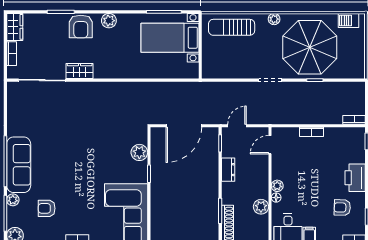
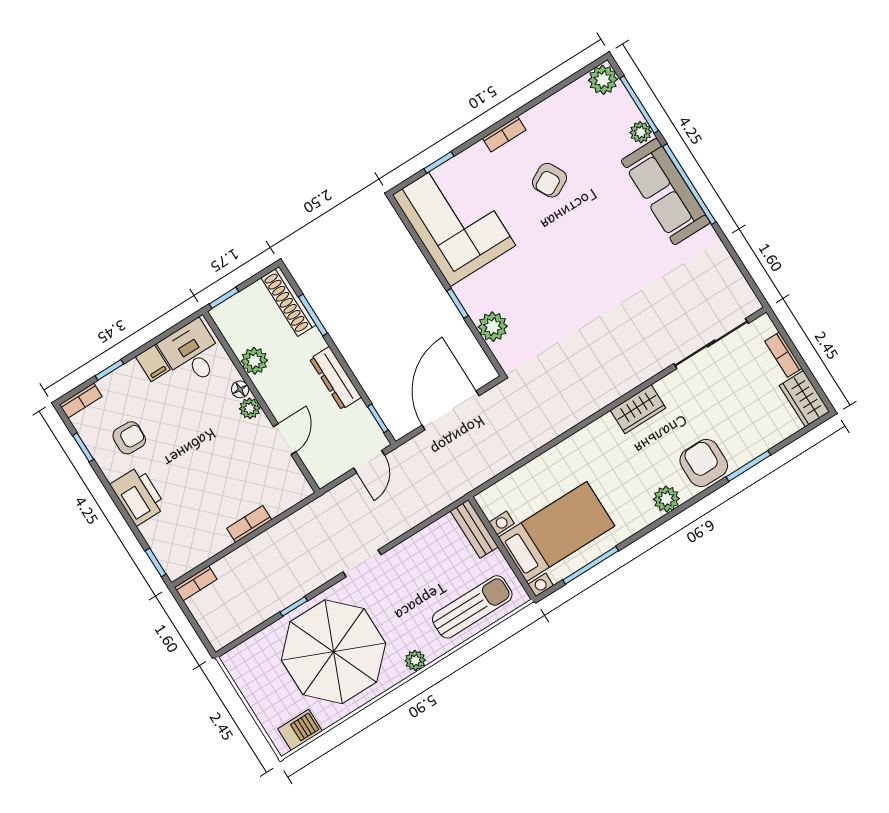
bench: (208, 63) -> (474, 529), added
wardrobe: (80, 71) -> (638, 409), moved
door: (270, 145) -> (285, 439), moved
dresser: (228, 170) -> (335, 378), width x1.44
armchair: (47, 208) -> (549, 180), moved, turned 152

